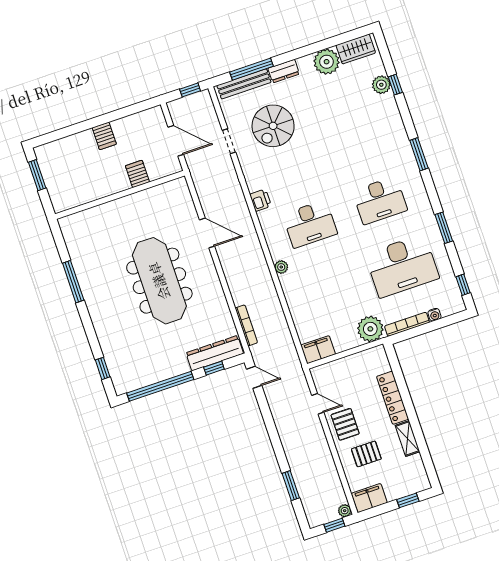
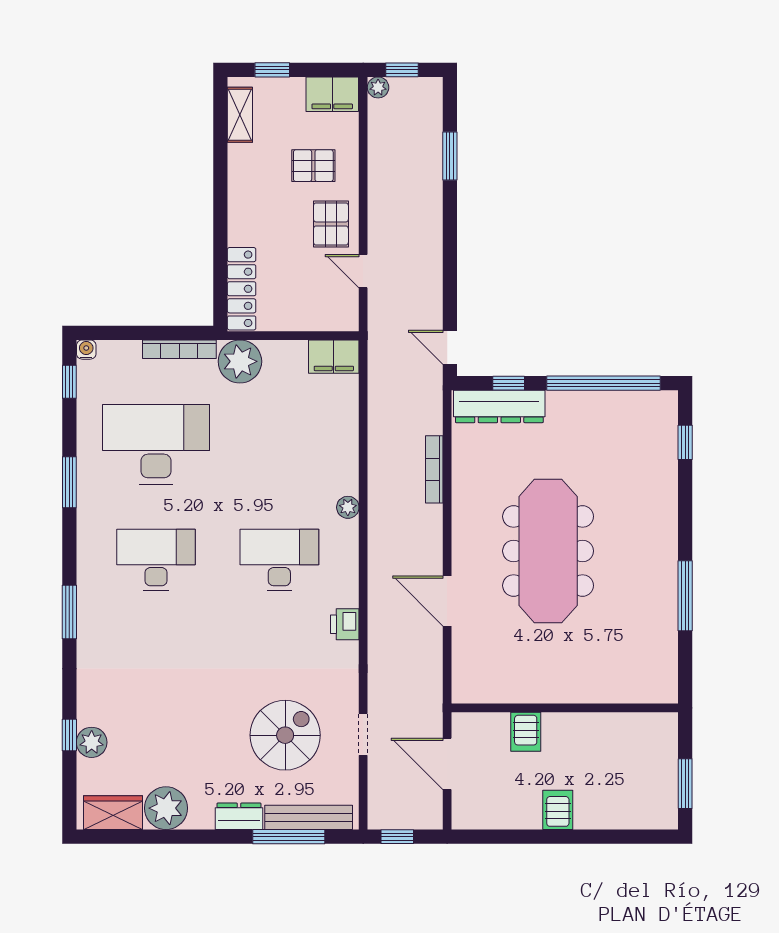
water cooler: (434, 315) -> (86, 350), moved
bookcase: (246, 325) -> (434, 469), moved
locker: (393, 398) -> (242, 289), moved
shelving: (407, 439) -> (240, 115), moved

